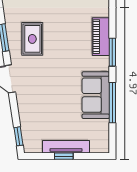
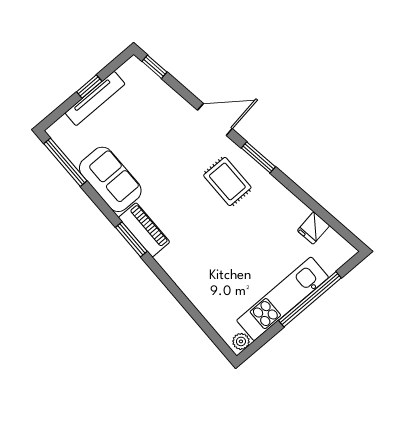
piano: (101, 37) -> (144, 230), moved
window: (112, 103) -> (65, 162), moved

